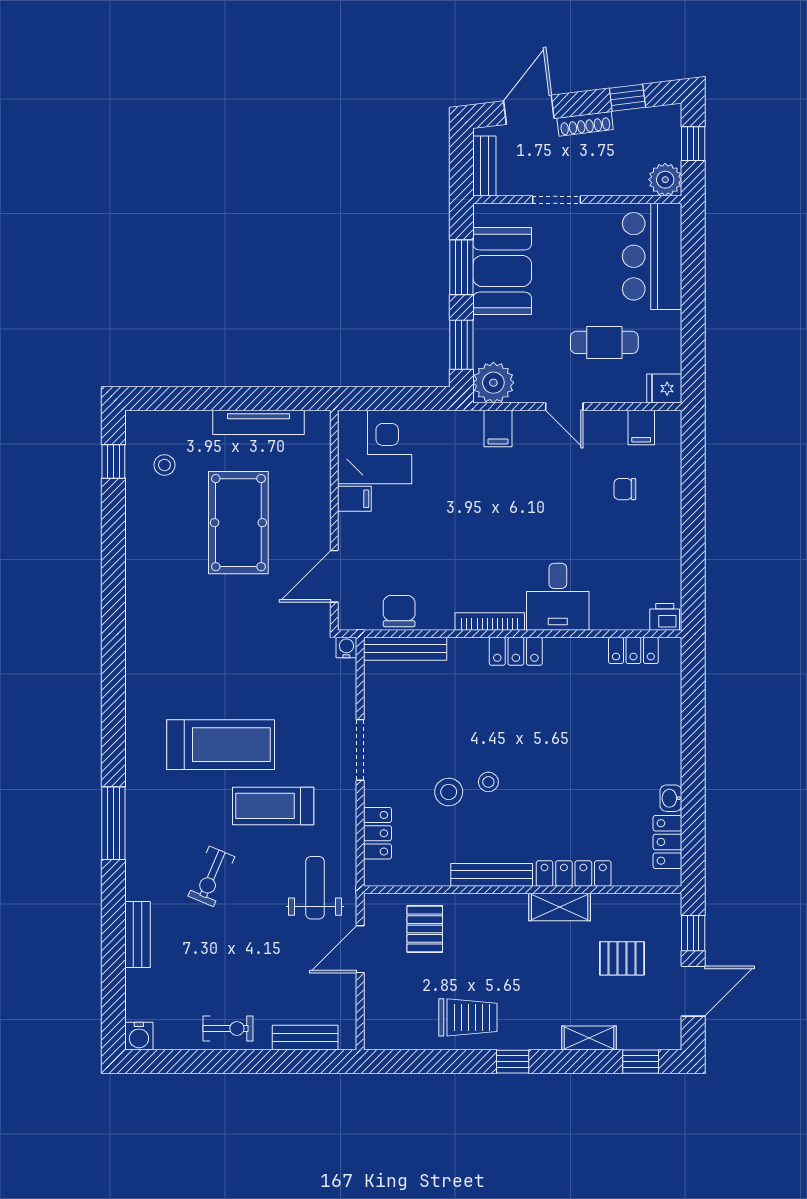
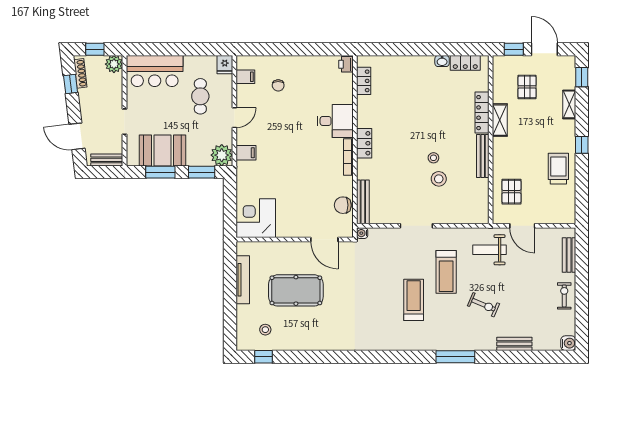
shoe rack: (585, 124) -> (80, 73), moved
filing cabinet: (354, 499) -> (283, 229), removed
treadmill: (221, 745) -> (414, 300), width x0.73, depth x0.73
locker: (377, 833) -> (461, 217), removed
pallet: (425, 929) -> (511, 192), turned 90

